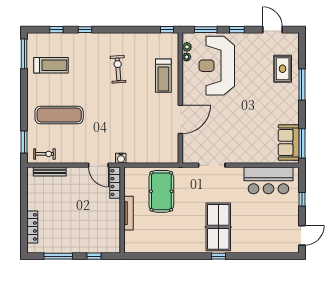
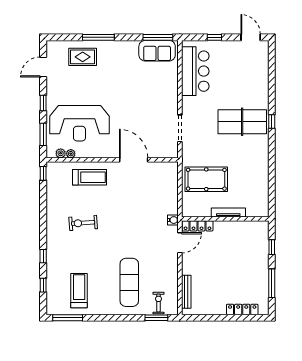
exercise bike: (44, 154) -> (159, 303), moved

